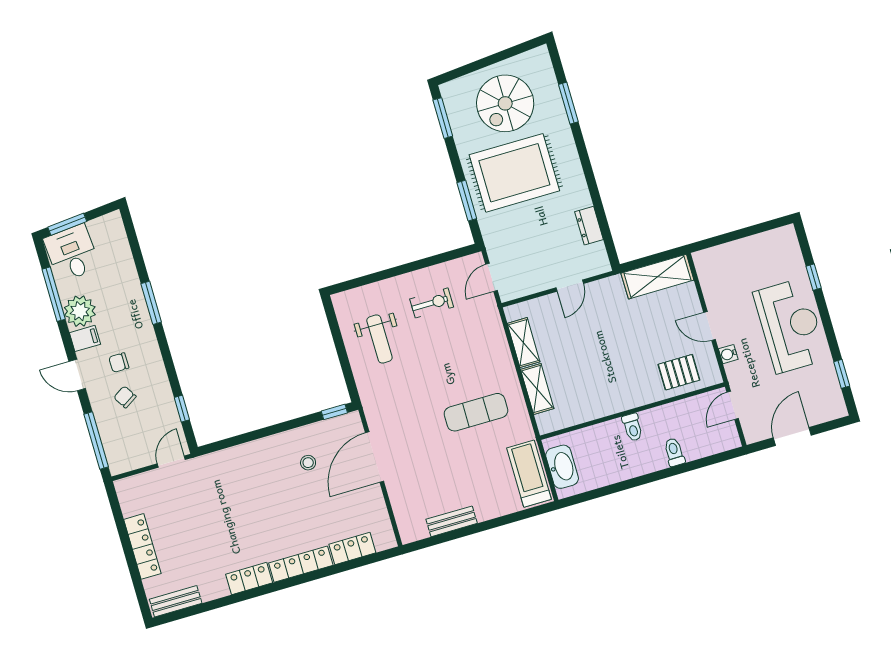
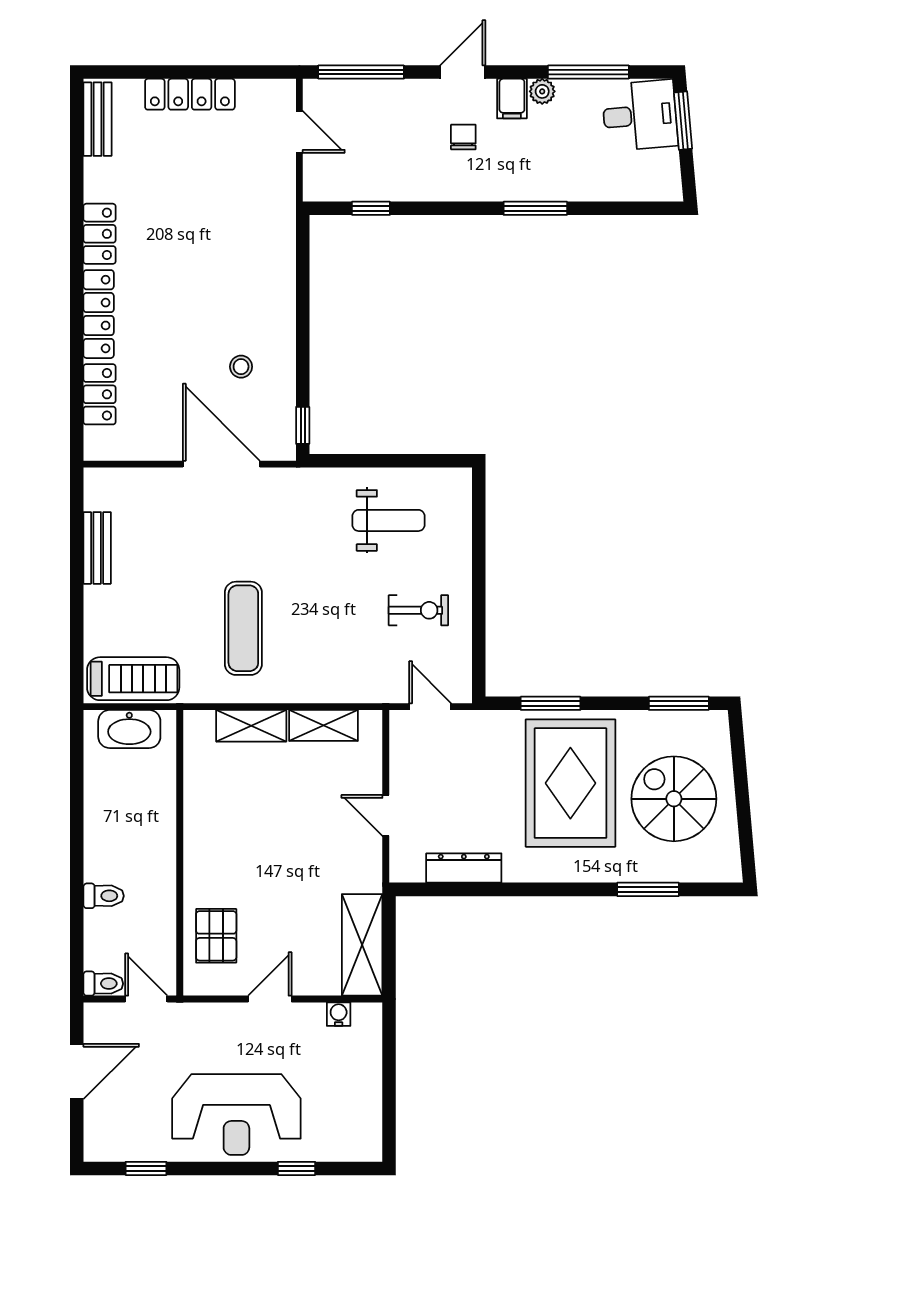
dresser: (589, 226) -> (464, 868), width x1.44
exercise bike: (432, 303) -> (418, 610), turned -90
plant: (80, 311) -> (542, 91), width x0.53, depth x0.53
weight bench: (379, 339) -> (388, 520), turned 180
water cooler: (728, 354) -> (339, 1014), moved
chair: (125, 397) -> (411, 131), removed
toilet: (633, 427) -> (103, 984), moved, turned 180
door: (792, 437) -> (77, 1071), hinge flipped
door: (171, 462) -> (299, 132), moved

